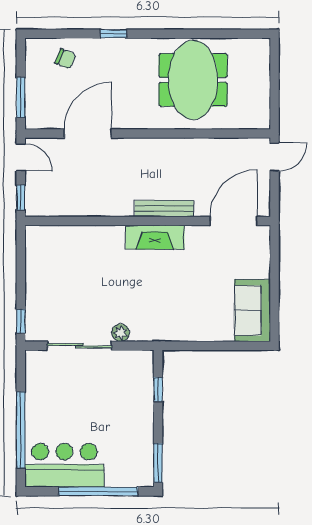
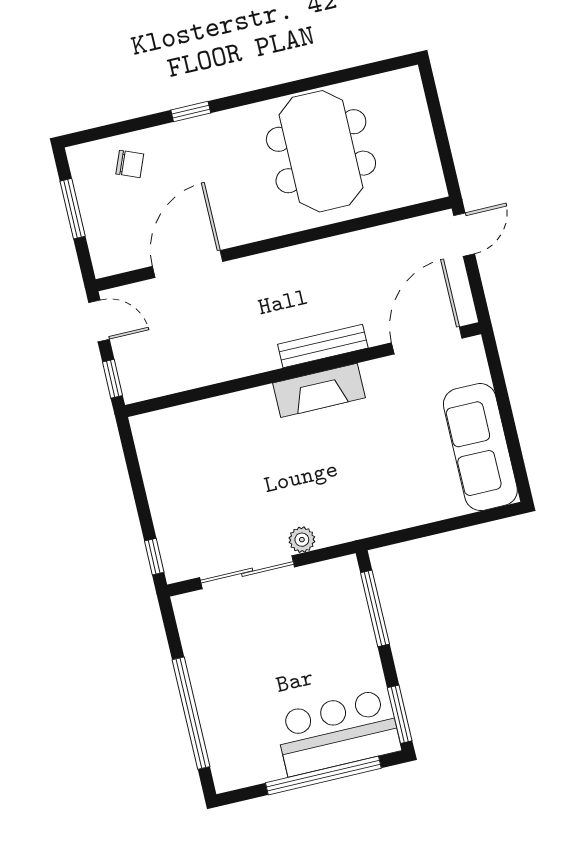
window: (21, 98) -> (73, 209), moved
sofa: (252, 311) -> (480, 447), width x1.36
window: (158, 389) -> (375, 608), width x2.17
bar counter: (64, 465) -> (338, 732), moved

